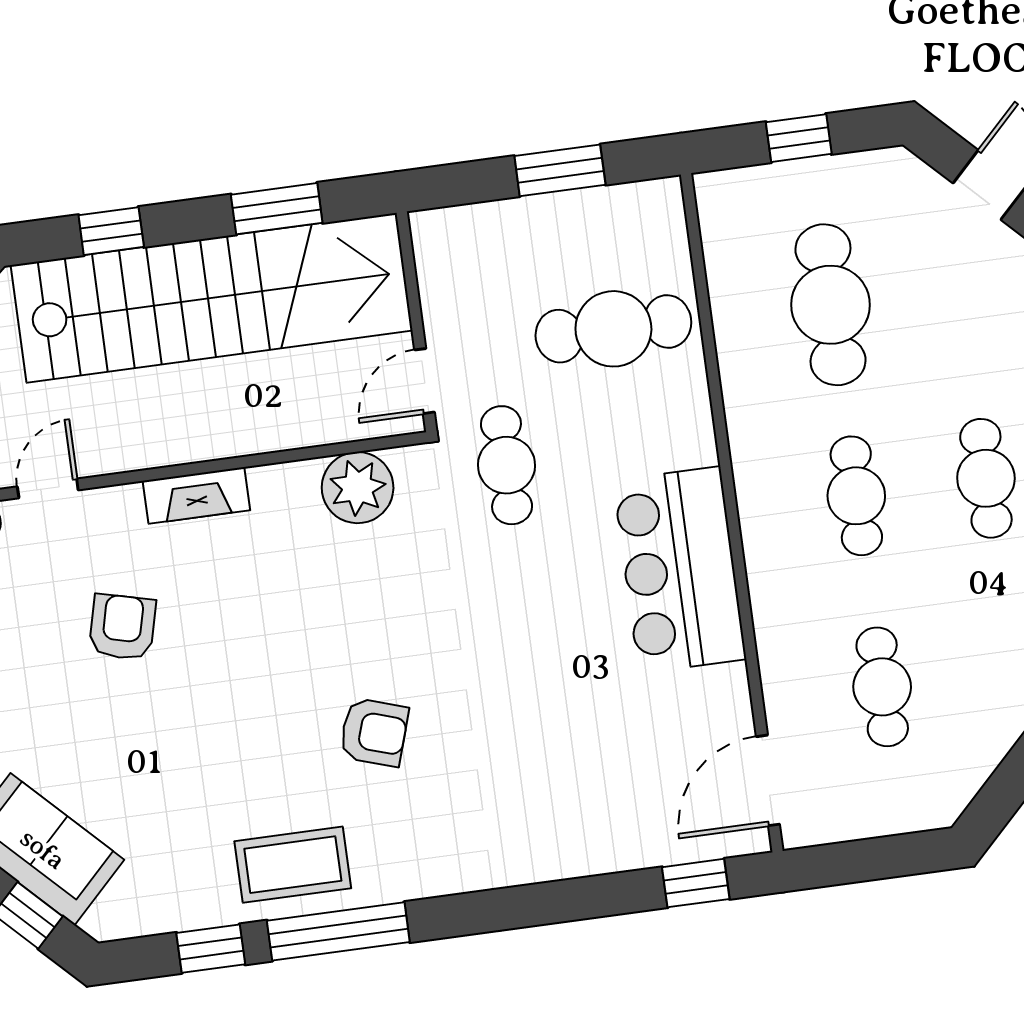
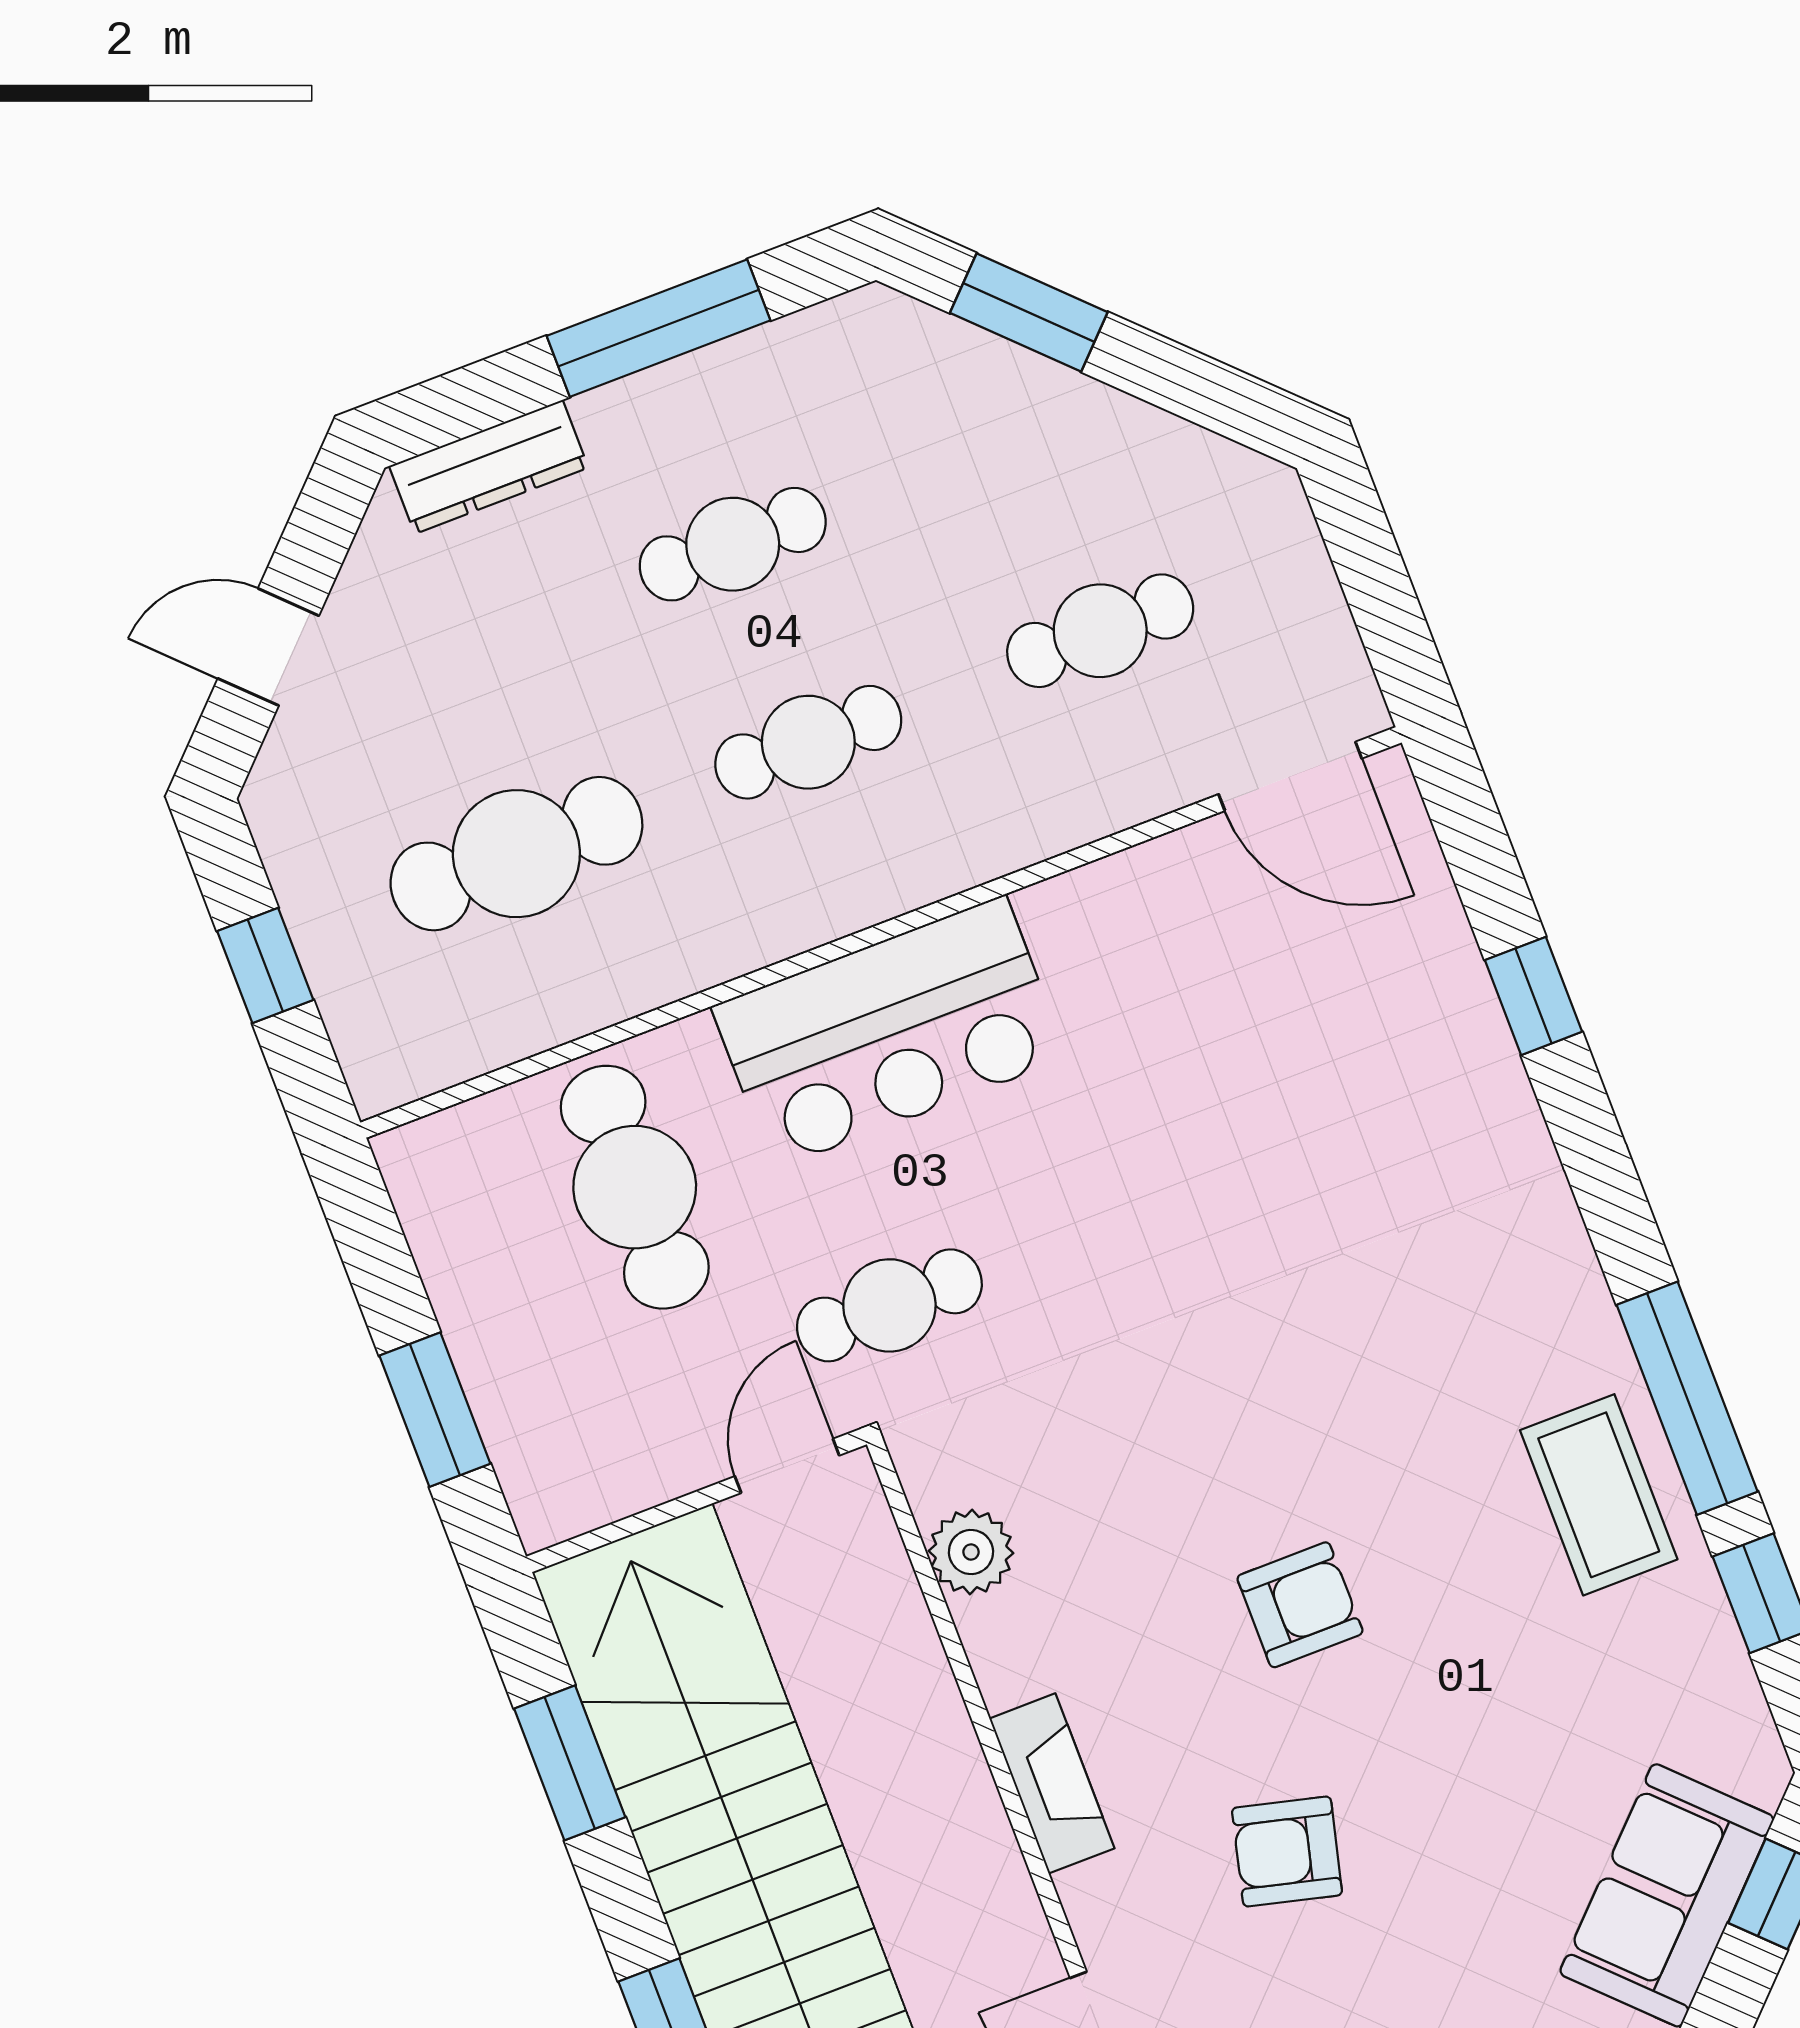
window: (560, 170) -> (435, 1410), moved
door: (425, 381) -> (787, 1466), swing flipped
plant: (358, 488) -> (971, 1552), width x0.73, depth x0.73
bar counter: (680, 570) -> (889, 1032), moved
armchair: (374, 732) -> (1300, 1605), moved, turned 72
window: (696, 883) -> (1534, 996), moved

